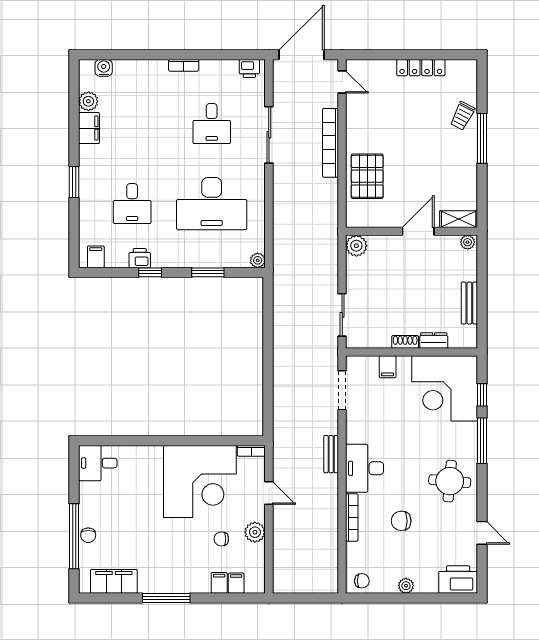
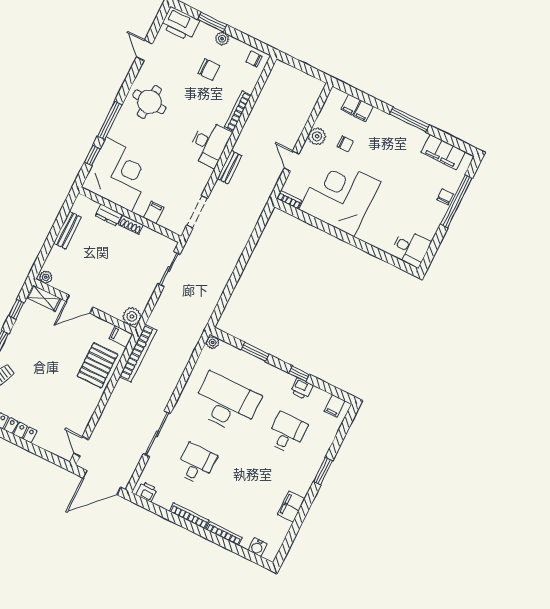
bookcase: (146, 65) -> (224, 533), added
bookcase: (184, 65) -> (189, 516), width x1.56
plant: (88, 101) -> (282, 527), removed
bookcase: (331, 143) -> (138, 353), moved
window: (482, 193) -> (16, 309), added
filing cabinet: (357, 219) -> (121, 336), added
chair: (401, 521) -> (209, 69), moved
window: (425, 598) -> (212, 22), added

